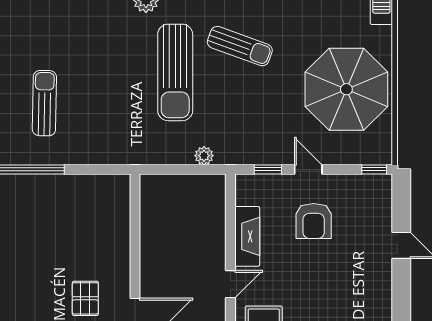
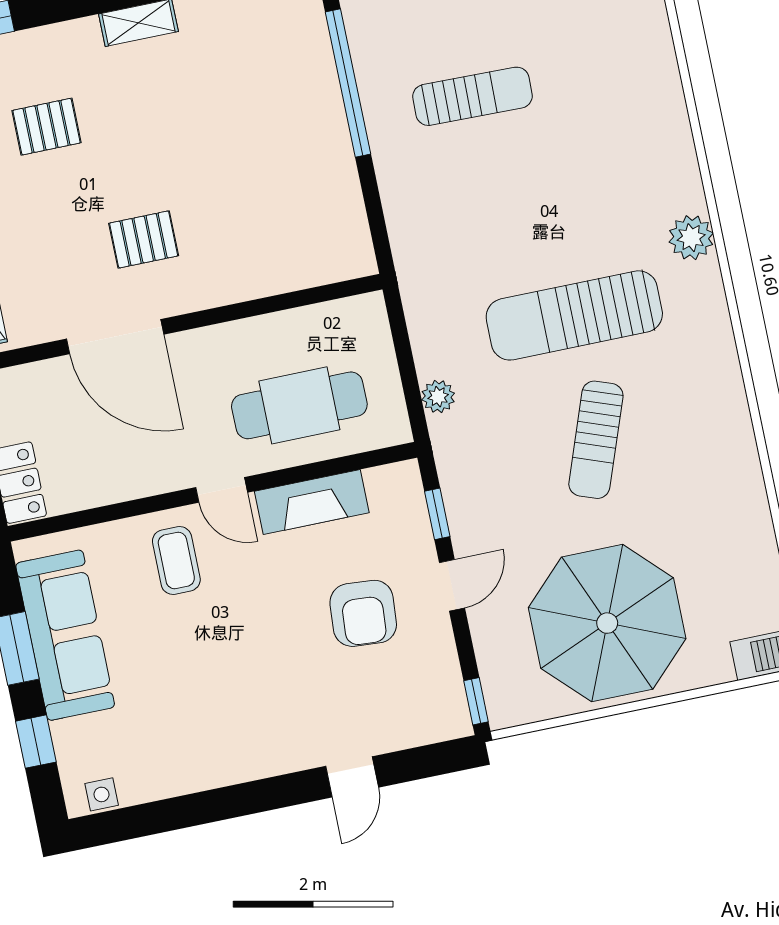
sun lounger: (240, 46) -> (596, 440), moved
armchair: (314, 221) -> (363, 613), turned -86
cafe table: (193, 232) -> (299, 405), added

